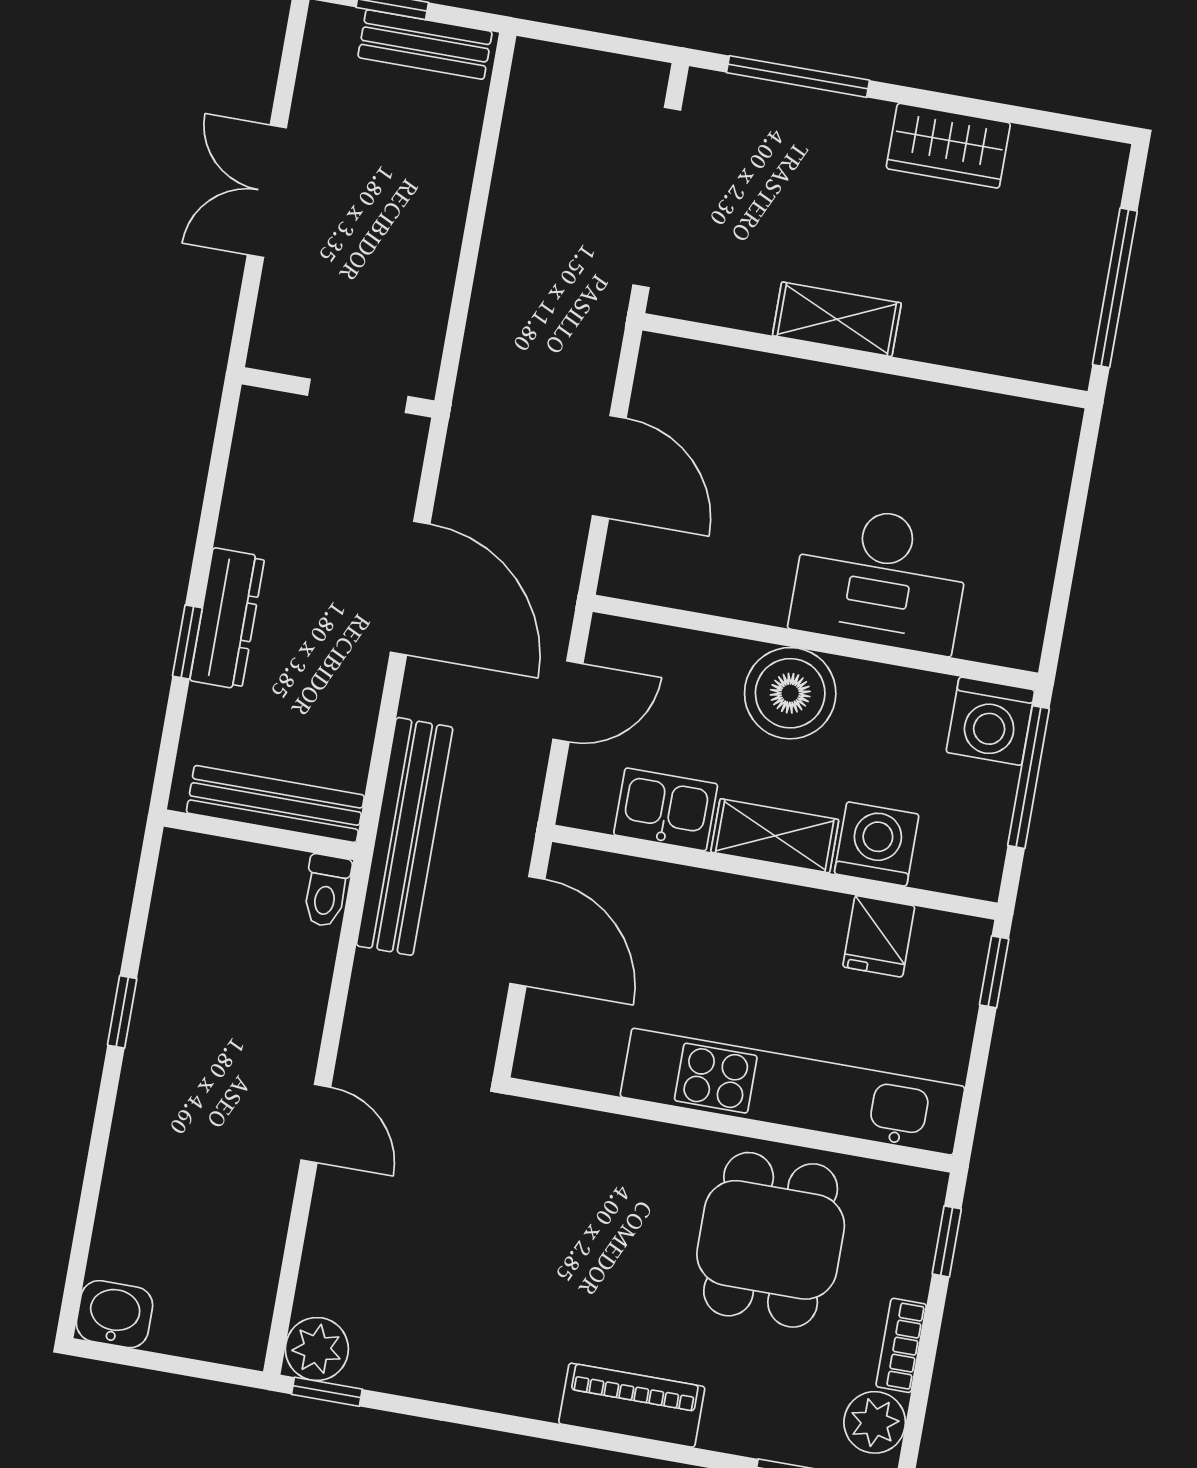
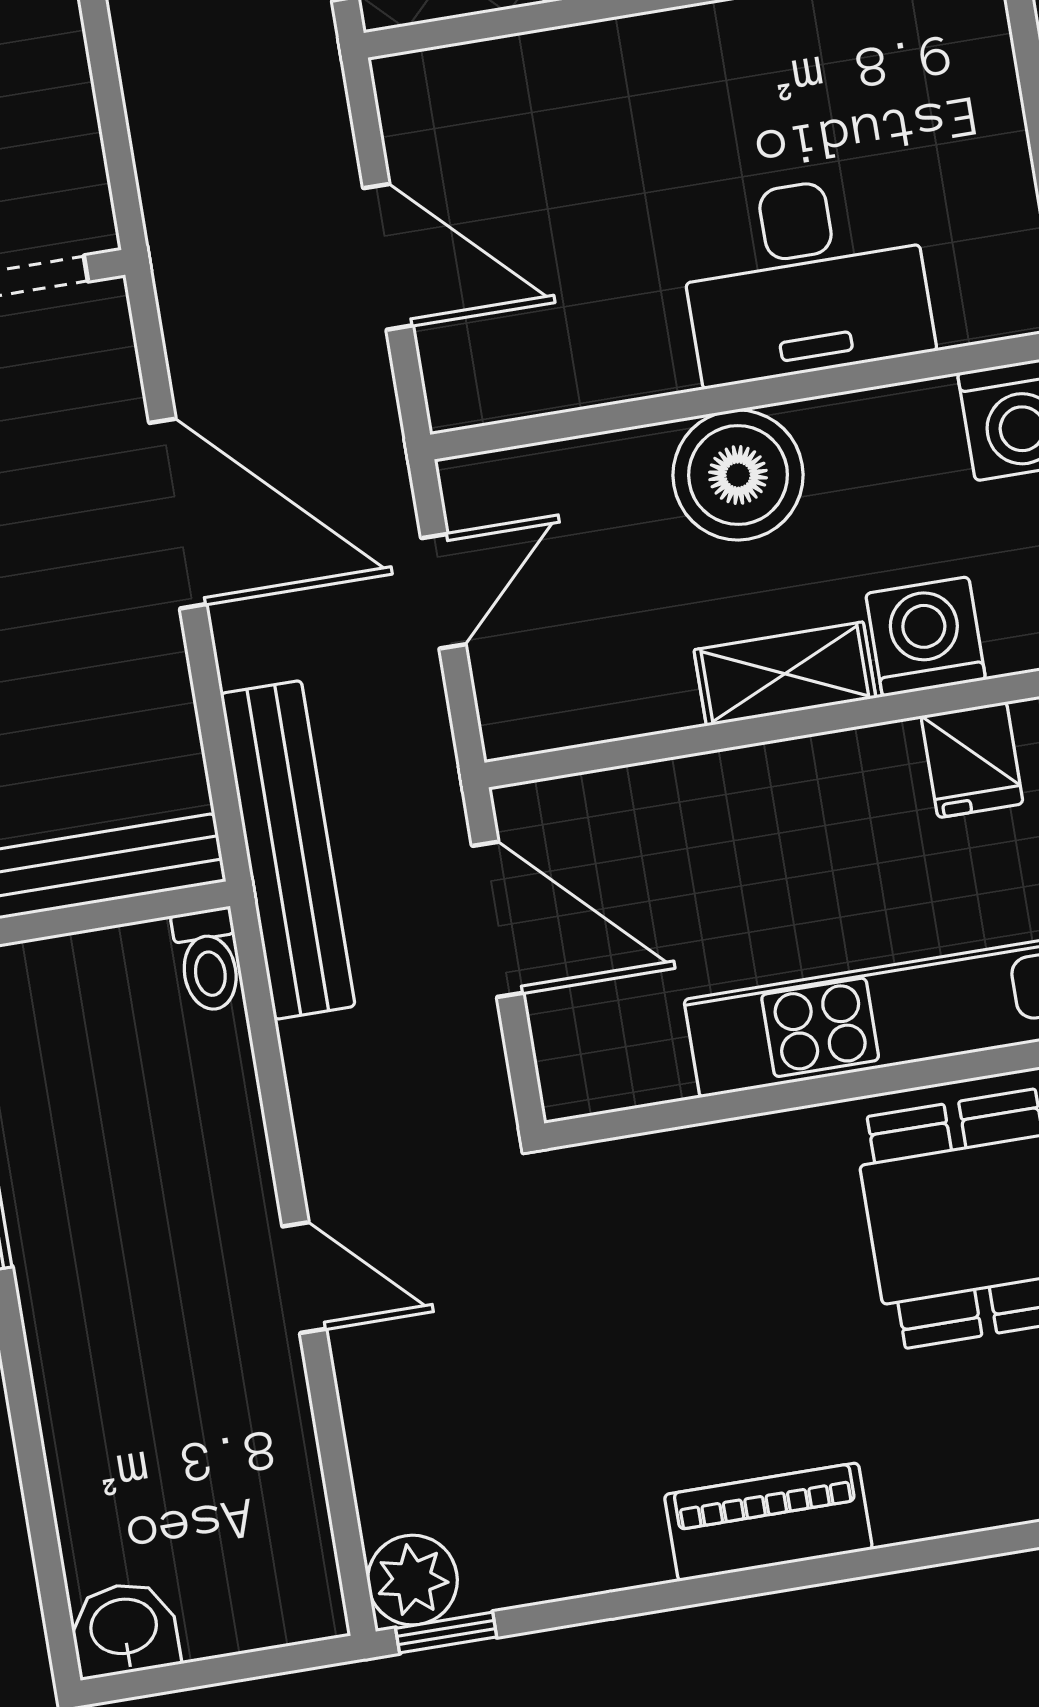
kitchen sink: (666, 809) -> (626, 690), removed
piano: (632, 1405) -> (768, 1522), moved

